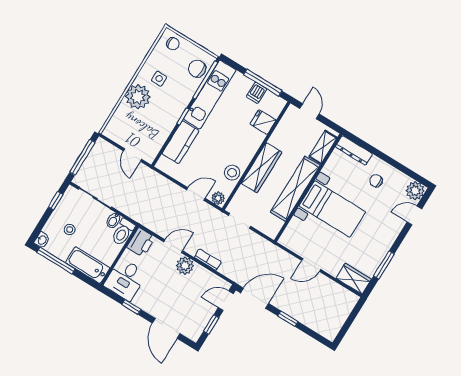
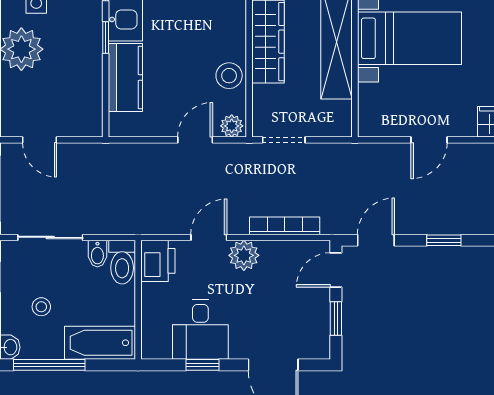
door: (132, 155) -> (40, 140), moved
bookcase: (208, 260) -> (285, 226), width x1.56
desk: (125, 279) -> (200, 330), moved
door: (255, 298) -> (376, 240), width x0.73

